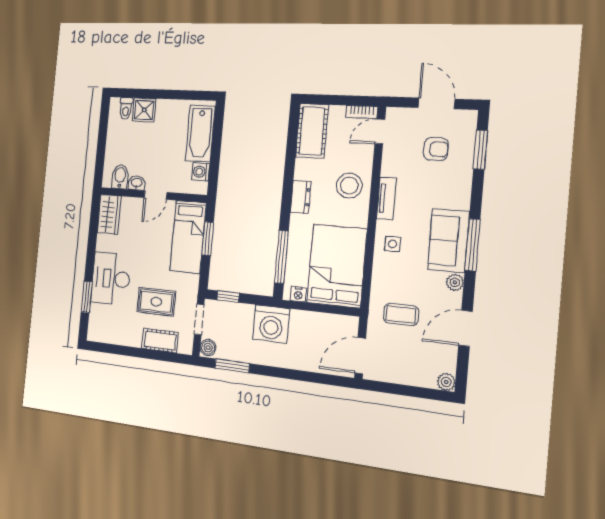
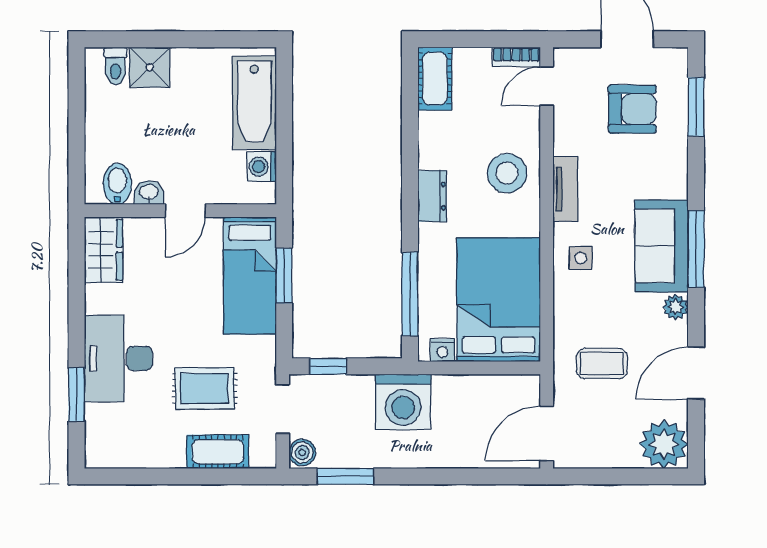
cot: (312, 131) -> (435, 79), width x0.73, depth x0.75
armchair: (436, 149) -> (632, 109), width x1.38, depth x1.38
plant: (446, 382) -> (664, 444), width x1.88, depth x1.88

